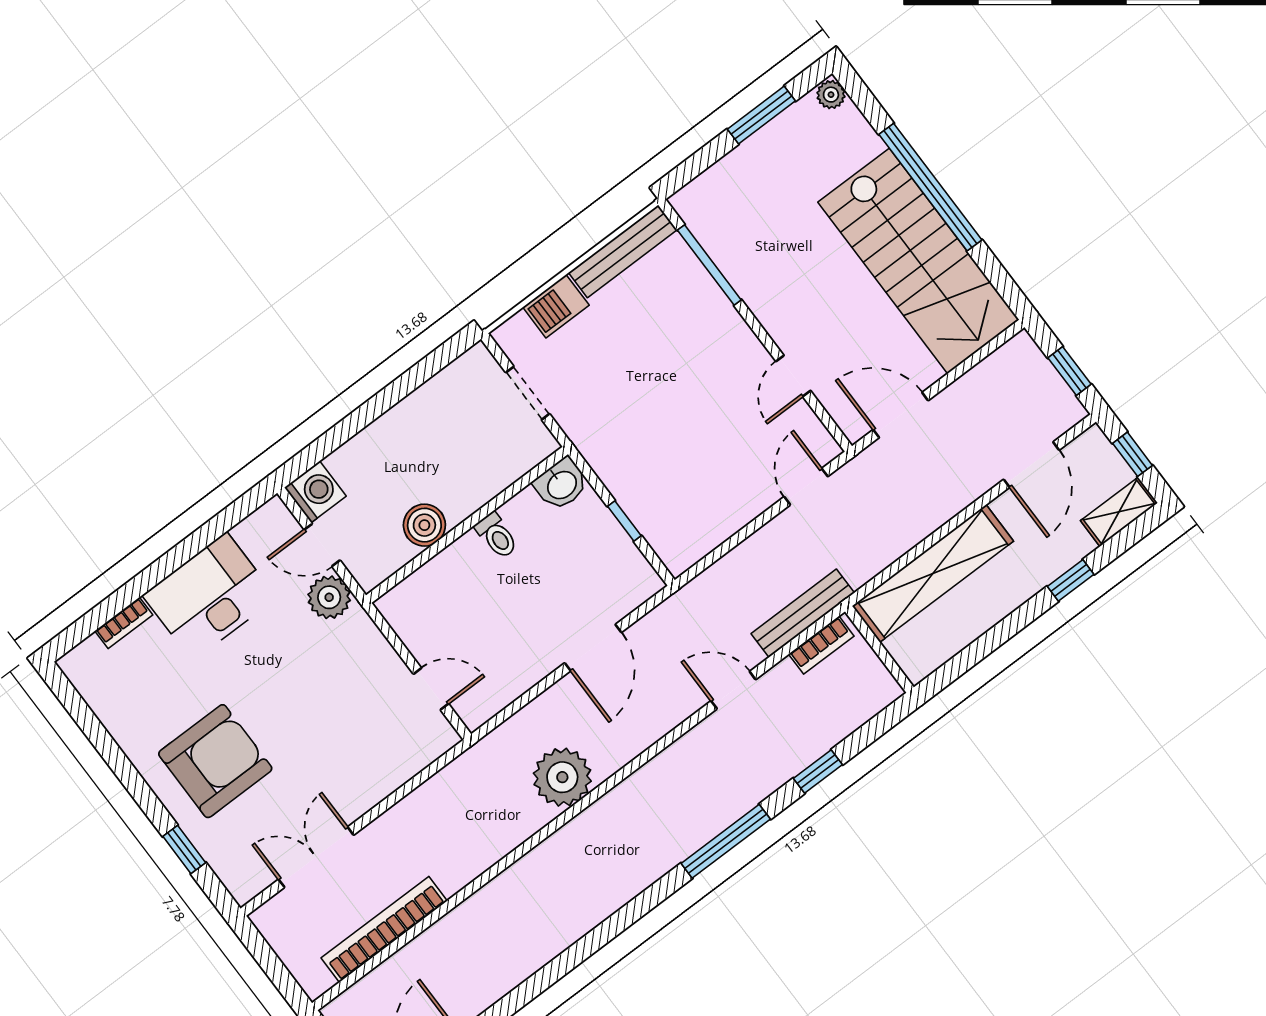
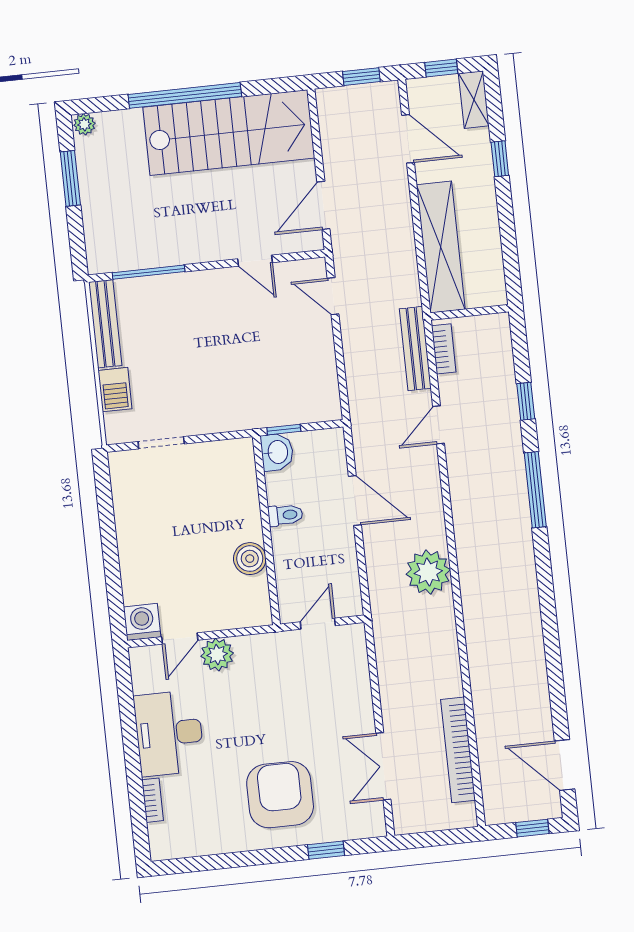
washbasin: (561, 484) -> (277, 452), moved
boiler: (424, 525) -> (250, 559), moved
wall: (467, 525) -> (266, 530), moved
toilet: (497, 536) -> (285, 515), moved

